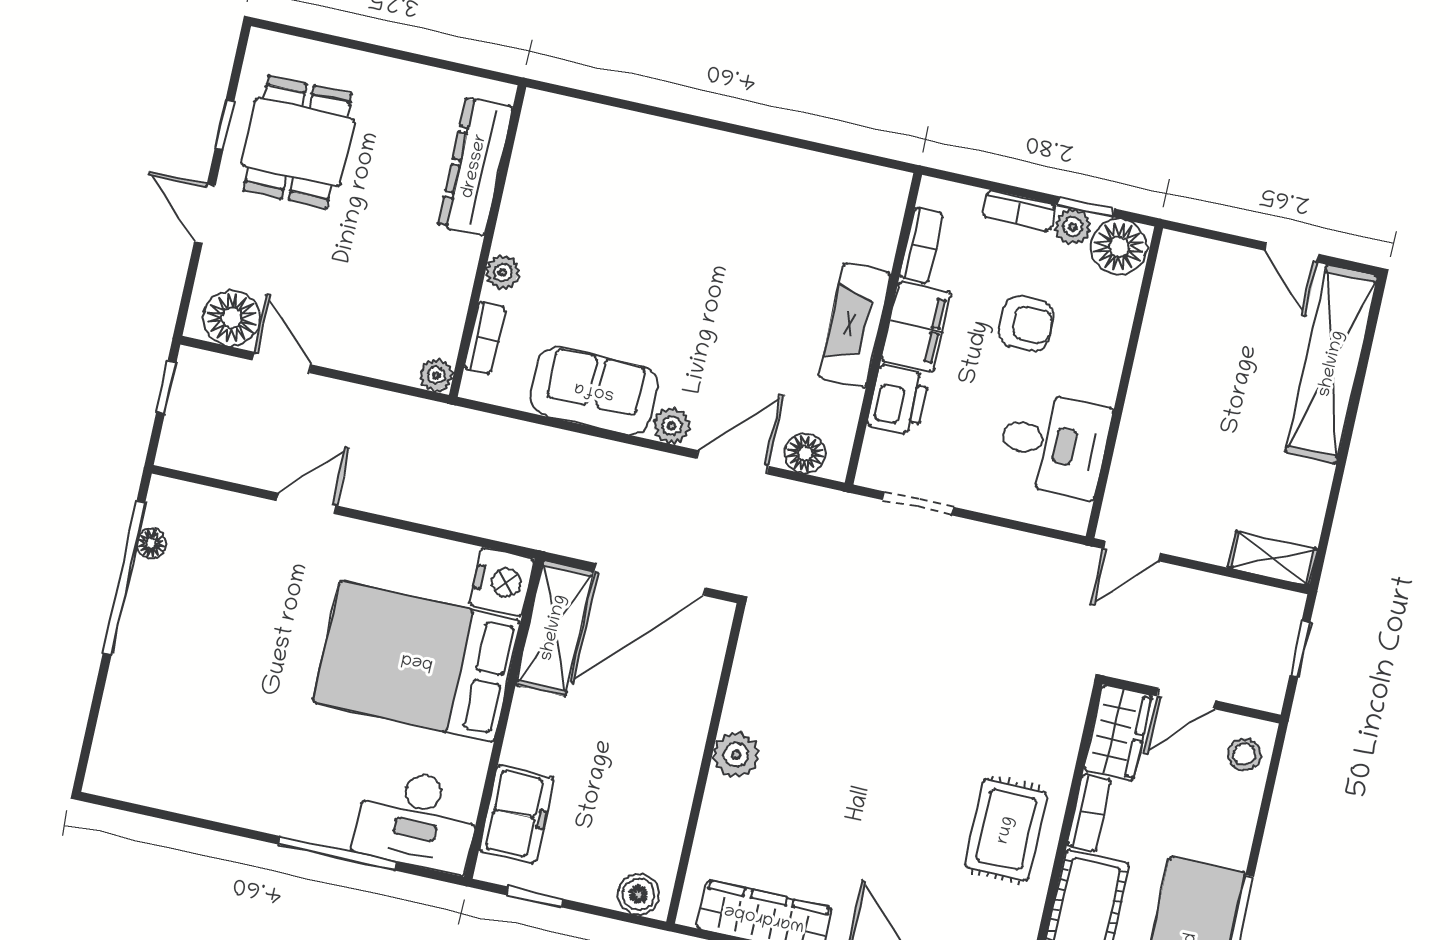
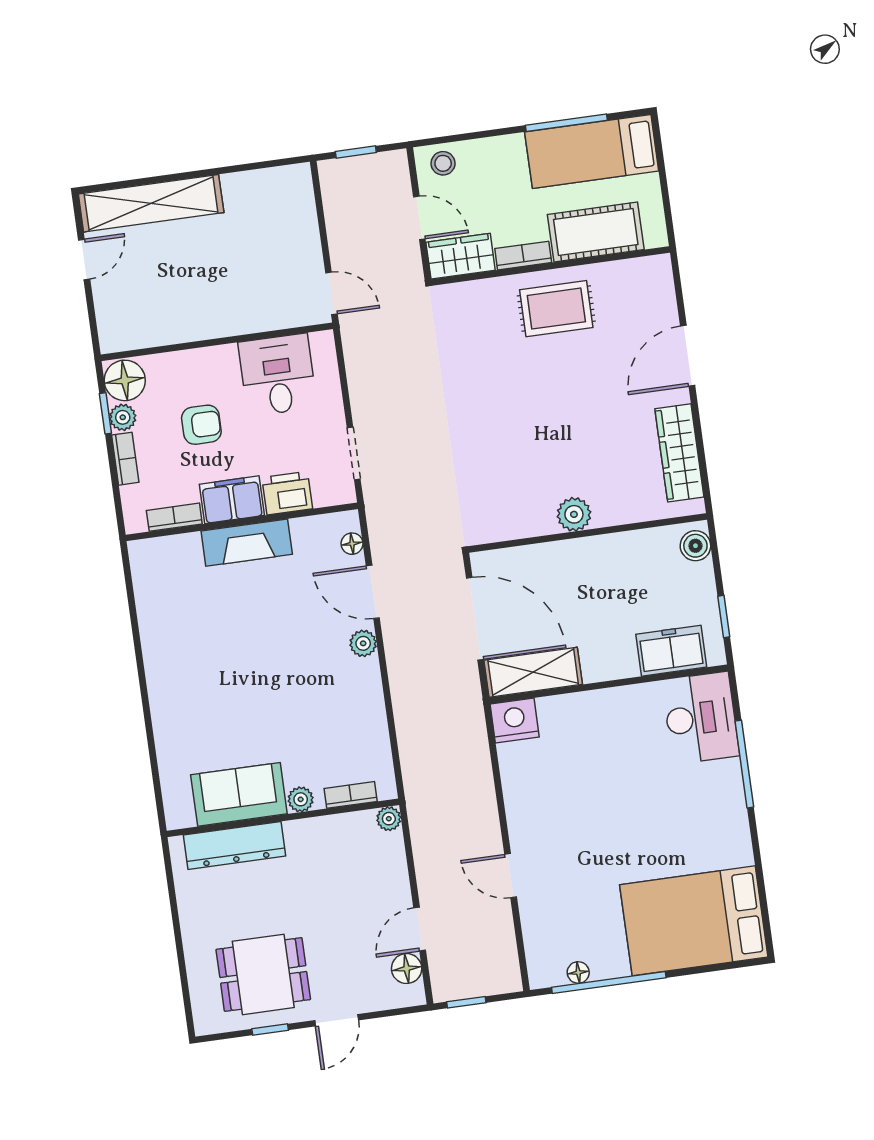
floor lamp: (232, 318) -> (407, 969), width x0.73, depth x0.73
armchair: (1026, 323) -> (201, 425), turned 90
sofa: (594, 391) -> (239, 794), moved, turned 90
floor lamp: (805, 453) -> (352, 544), width x0.73, depth x0.73
shelving: (1273, 558) -> (300, 194), removed
bed: (417, 661) -> (694, 921), moved, turned 90

